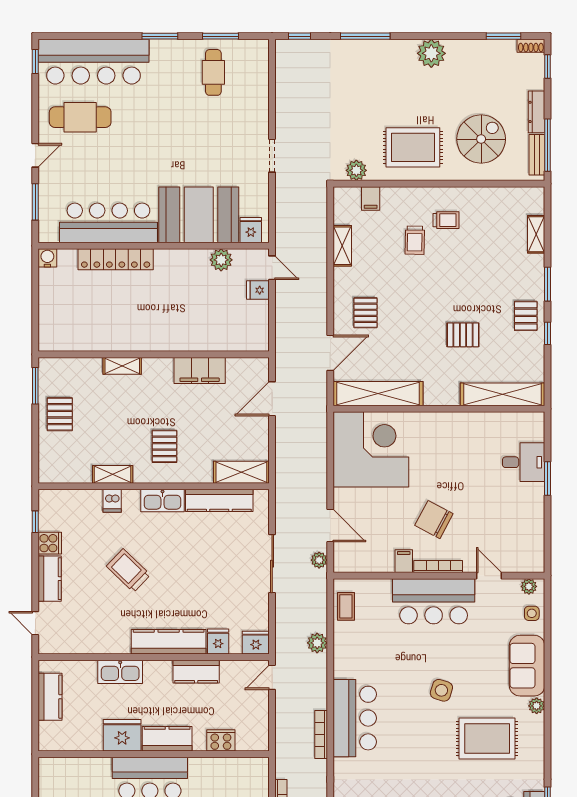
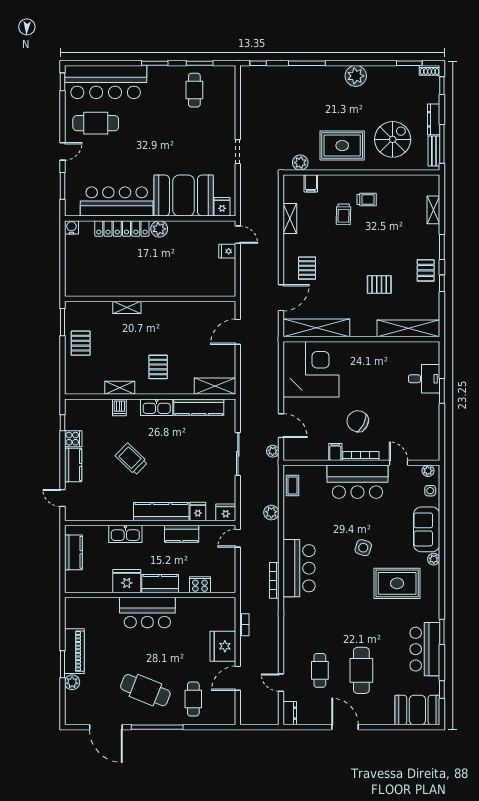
plant: (221, 260) -> (159, 229), moved
filing cabinet: (200, 371) -> (184, 311), removed

